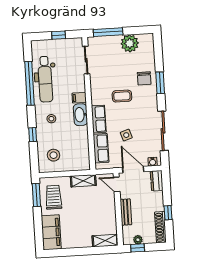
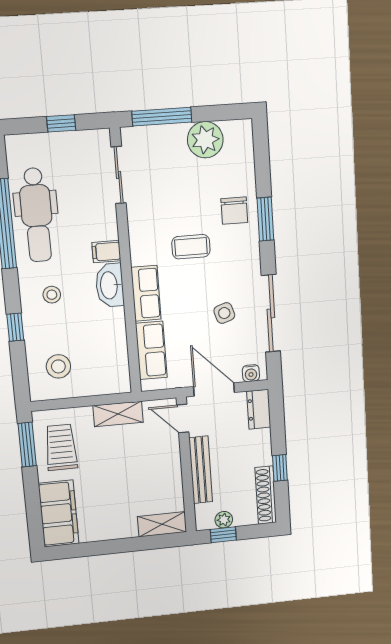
side table: (126, 135) -> (224, 313), moved
bench: (126, 212) -> (201, 470), width x1.36

